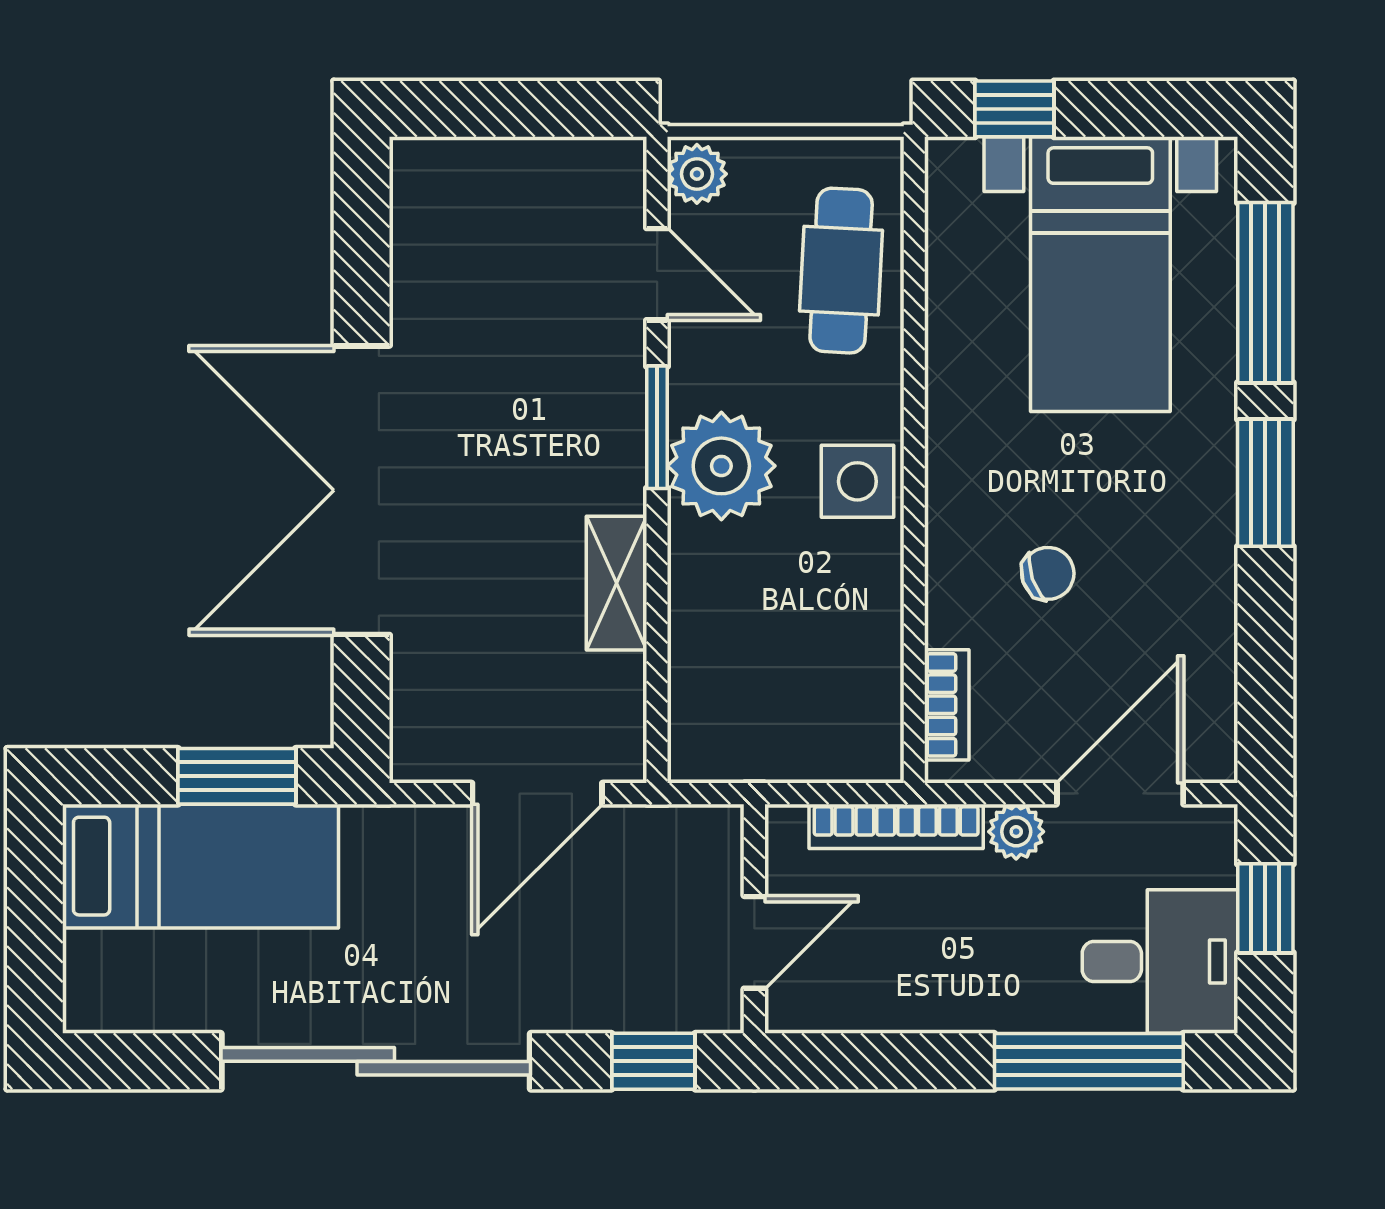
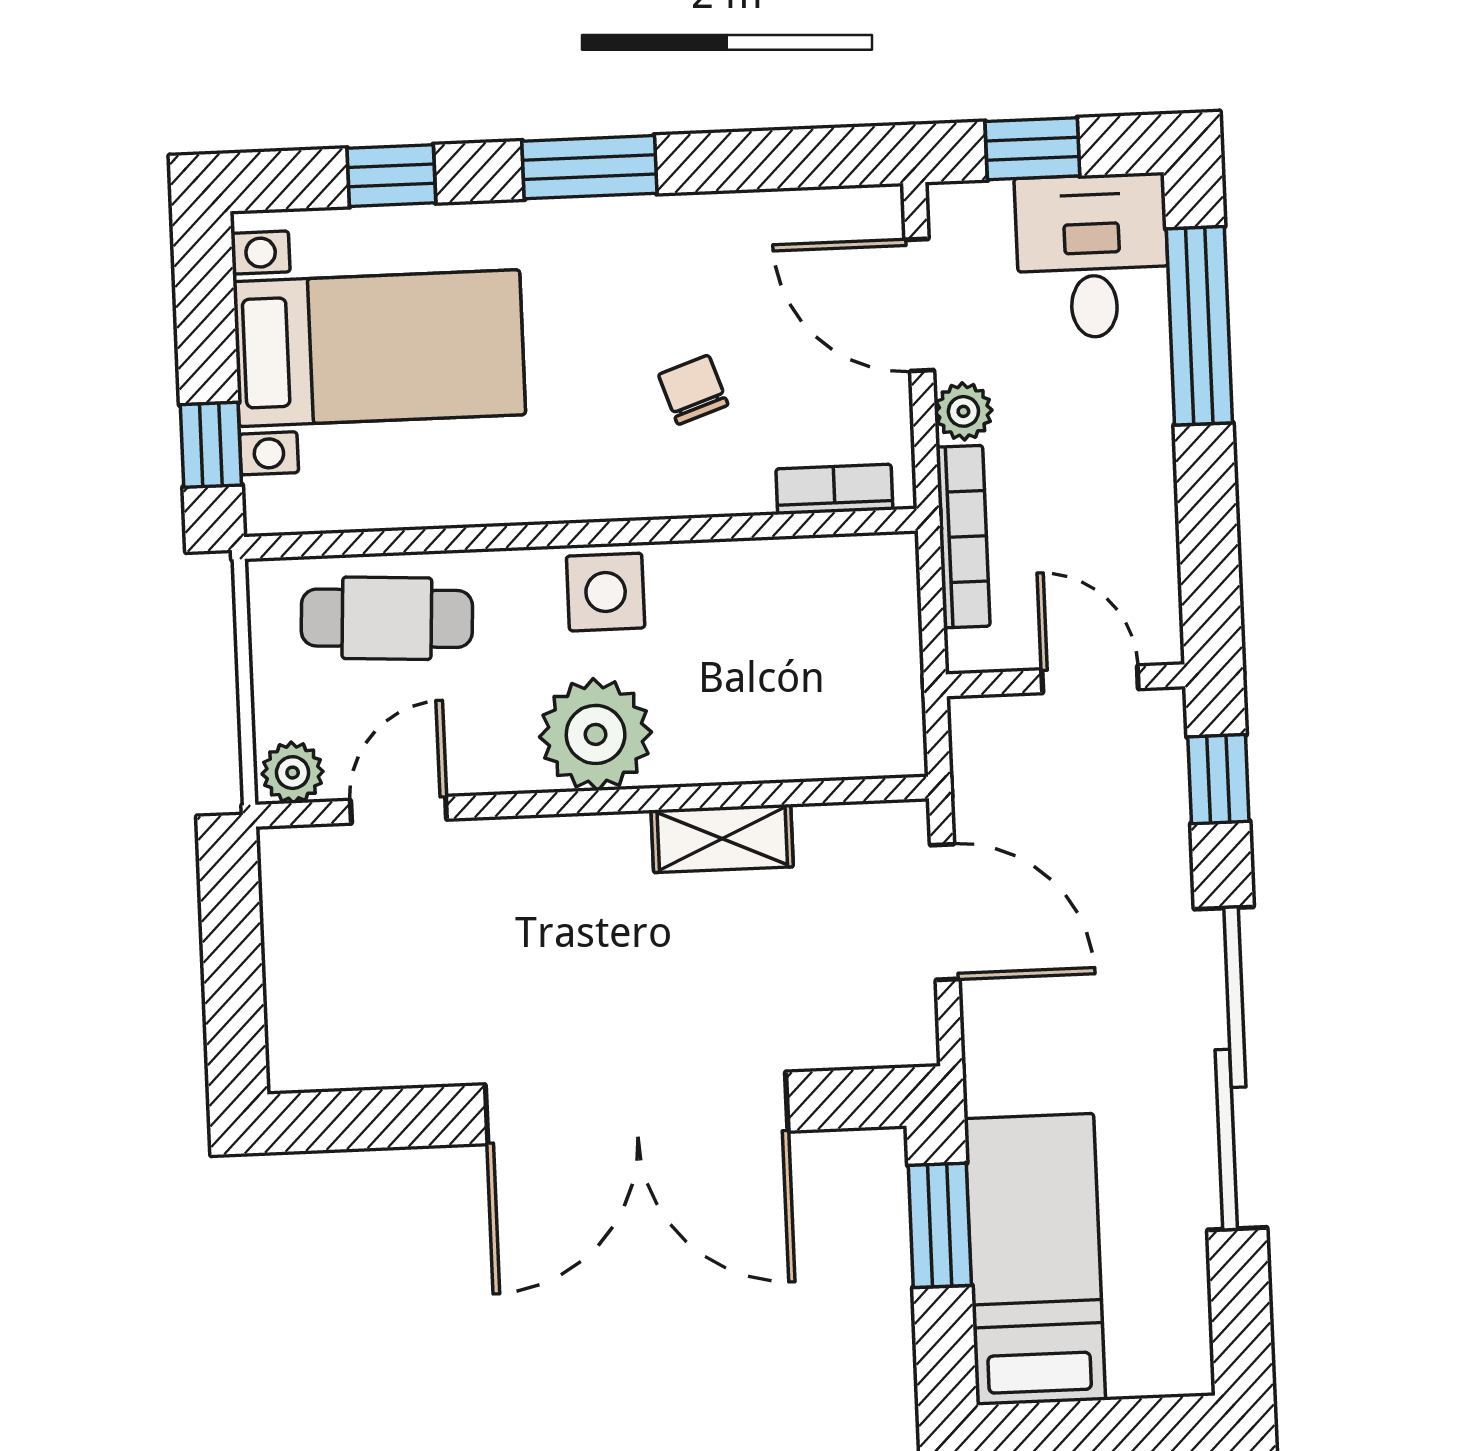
window: (1265, 293) -> (391, 176), width x0.46
window: (657, 427) -> (558, 803), removed

